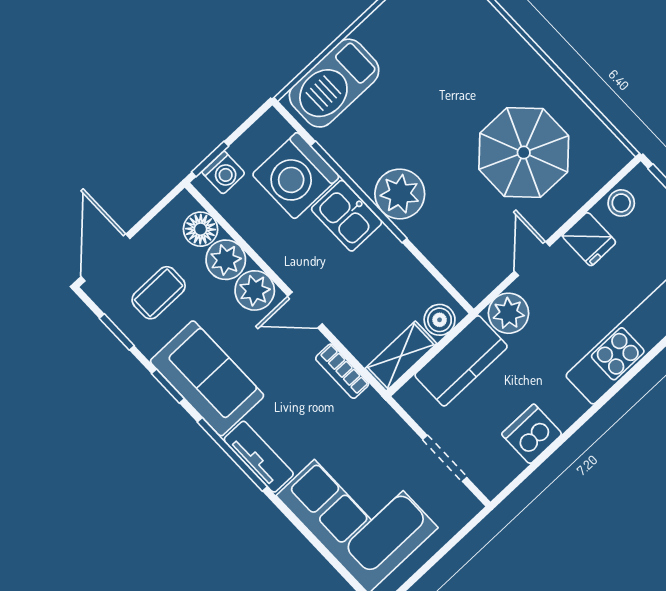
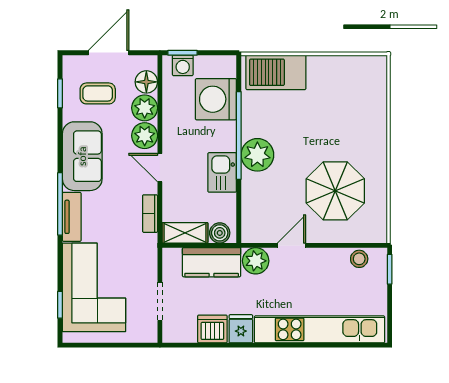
kitchen sink: (347, 216) -> (222, 172), moved
fridge: (589, 239) -> (241, 329), moved, turned 180
door: (106, 257) -> (109, 53), moved
window: (168, 386) -> (60, 305), moved

